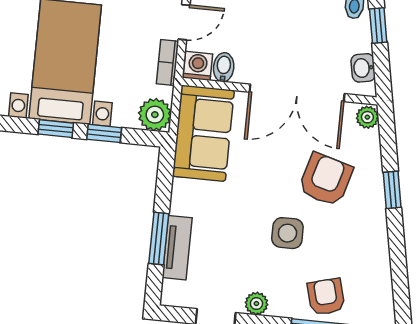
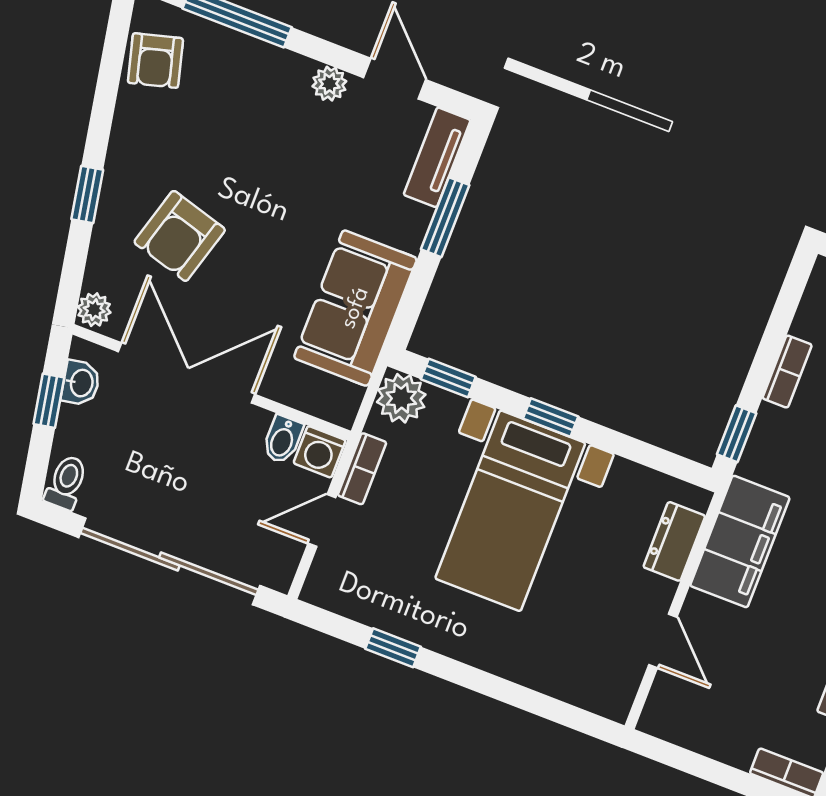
window: (378, 26) -> (49, 401), moved
window: (104, 133) -> (448, 378), moved
sofa: (203, 133) -> (355, 308), moved
side table: (287, 233) -> (256, 174), removed
tv unit: (177, 248) -> (437, 157), moved
armchair: (326, 297) -> (155, 61), moved

